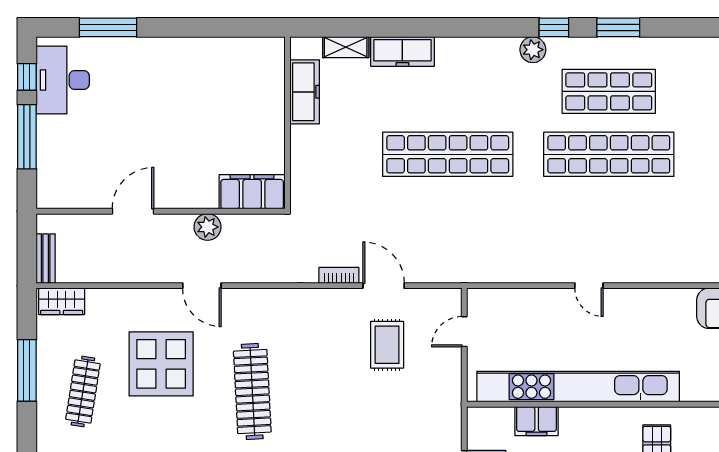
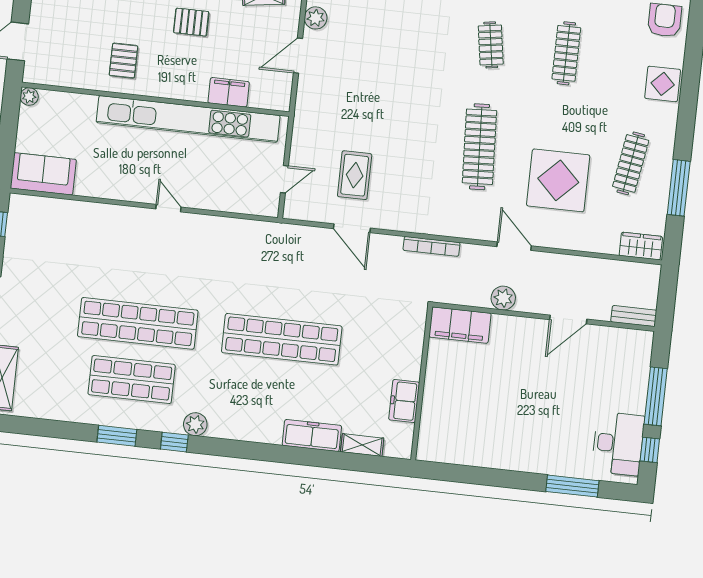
freezer: (305, 92) -> (404, 401), width x0.71
bench: (46, 259) -> (634, 316), moved, turned 90
bookcase: (339, 275) -> (432, 246), moved, width x1.56

